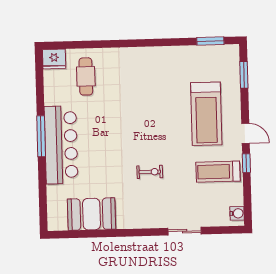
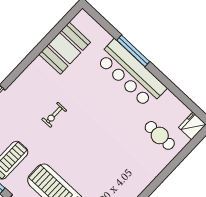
window: (41, 136) -> (133, 51), moved

